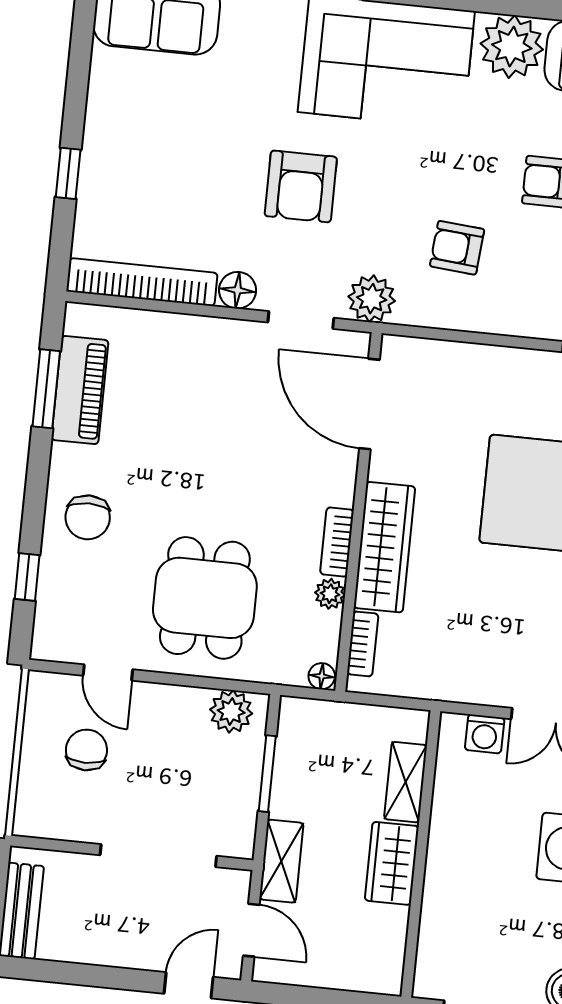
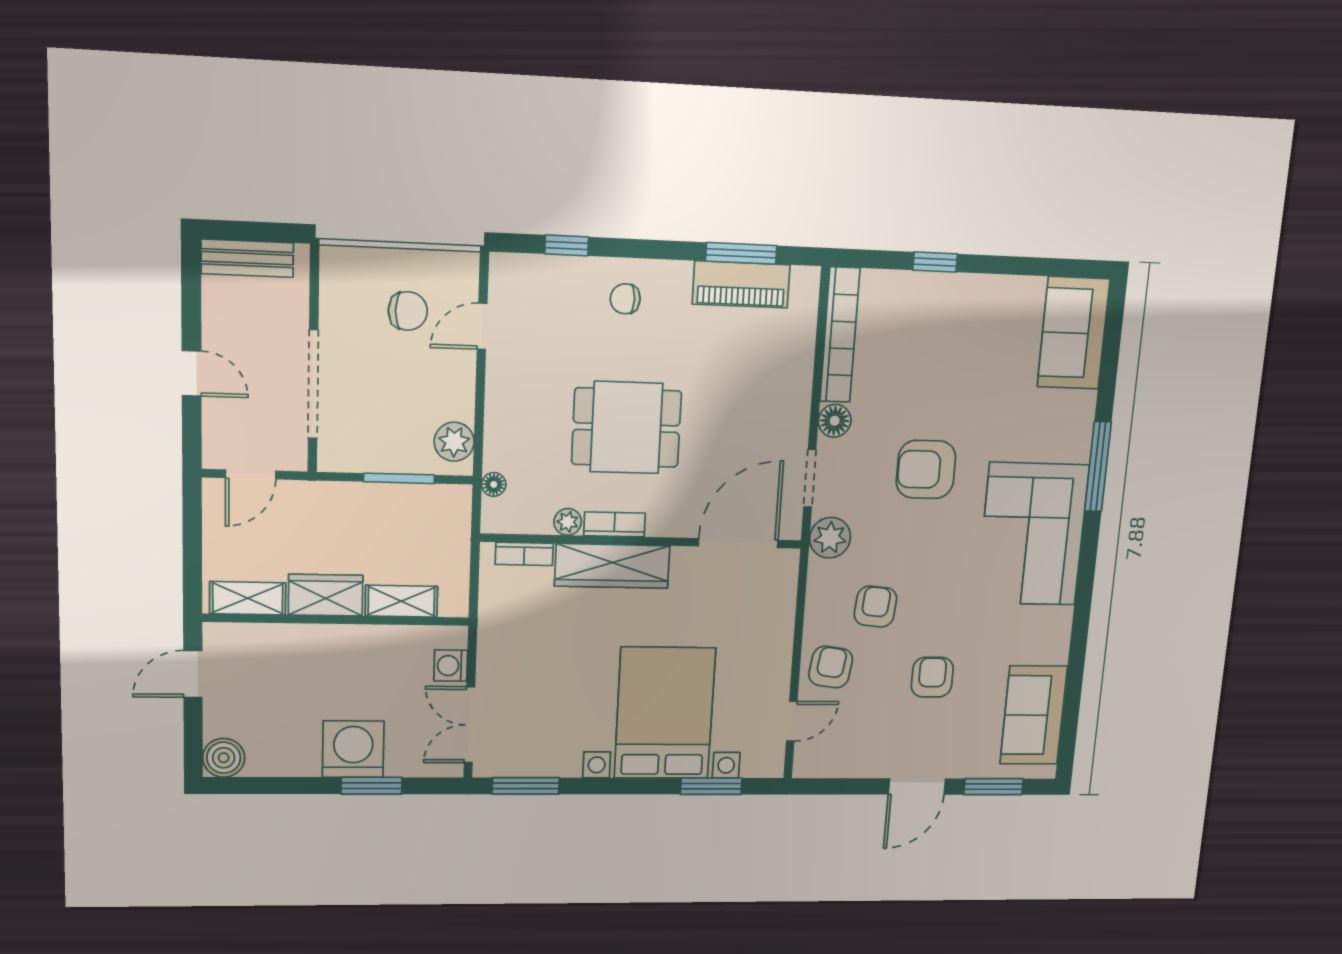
plant: (512, 47) -> (1045, 637), removed
armchair: (525, 302) -> (831, 667), added
chair: (88, 517) -> (625, 299), width x0.73, depth x0.73
dining table: (205, 598) -> (627, 428), moved
floor lamp: (322, 676) -> (494, 484), moved
shelving: (281, 861) -> (248, 598), moved
door: (189, 985) -> (192, 373), moved

